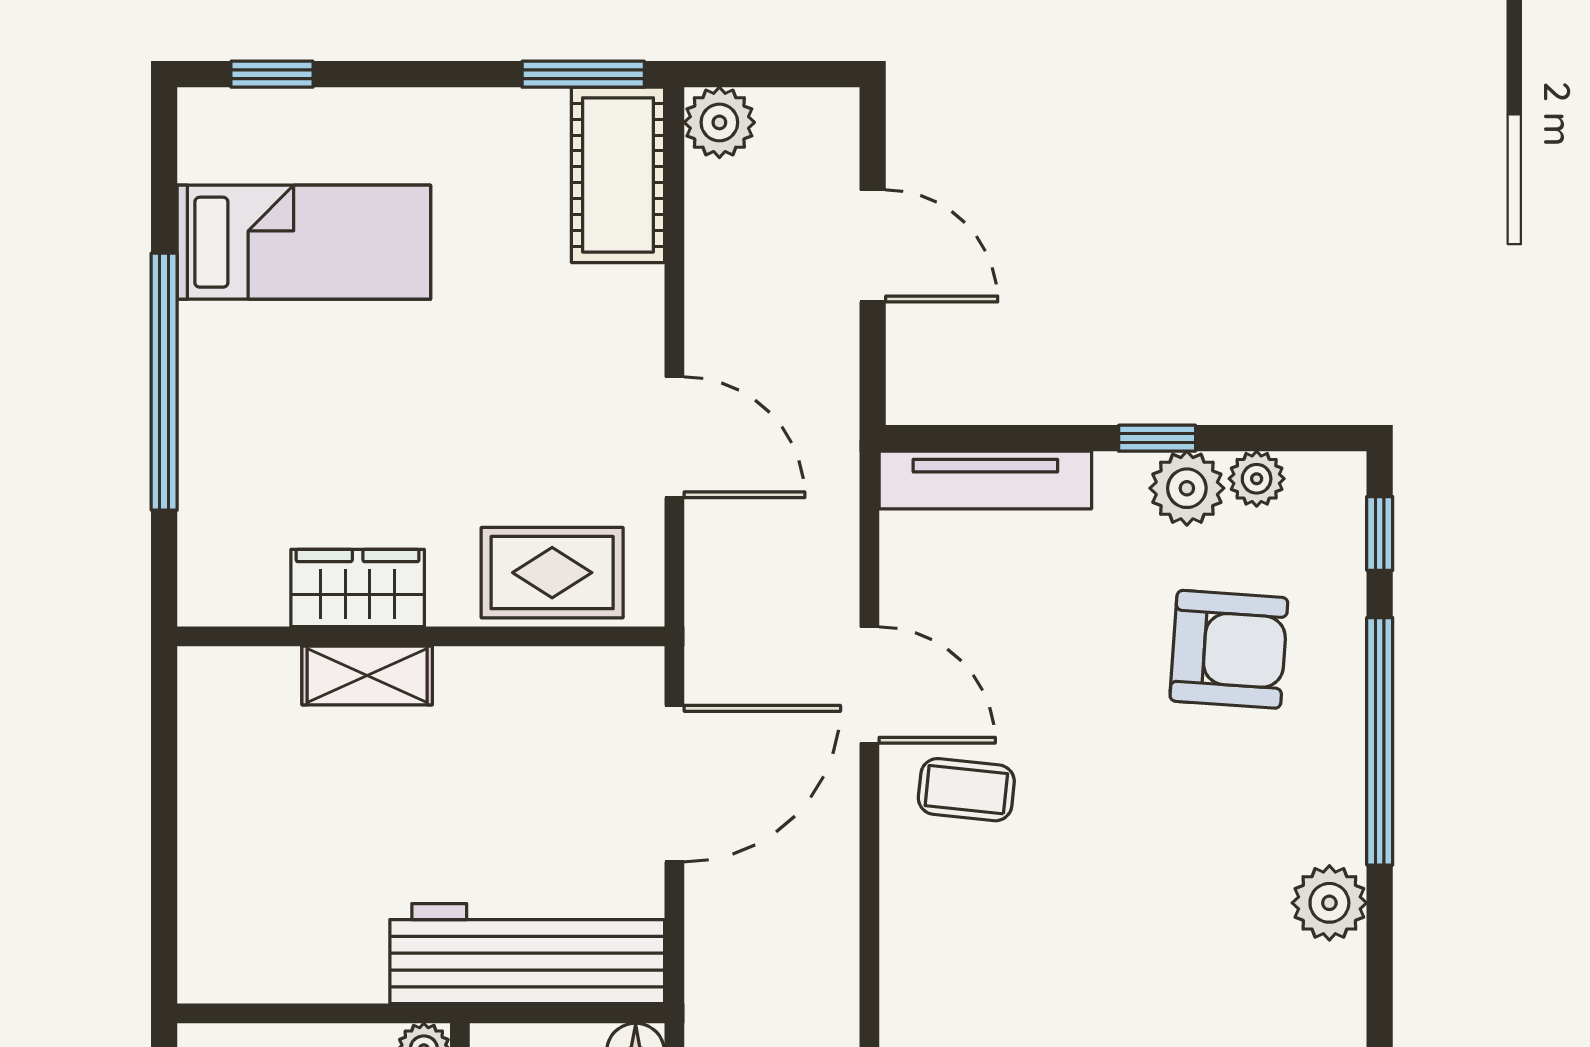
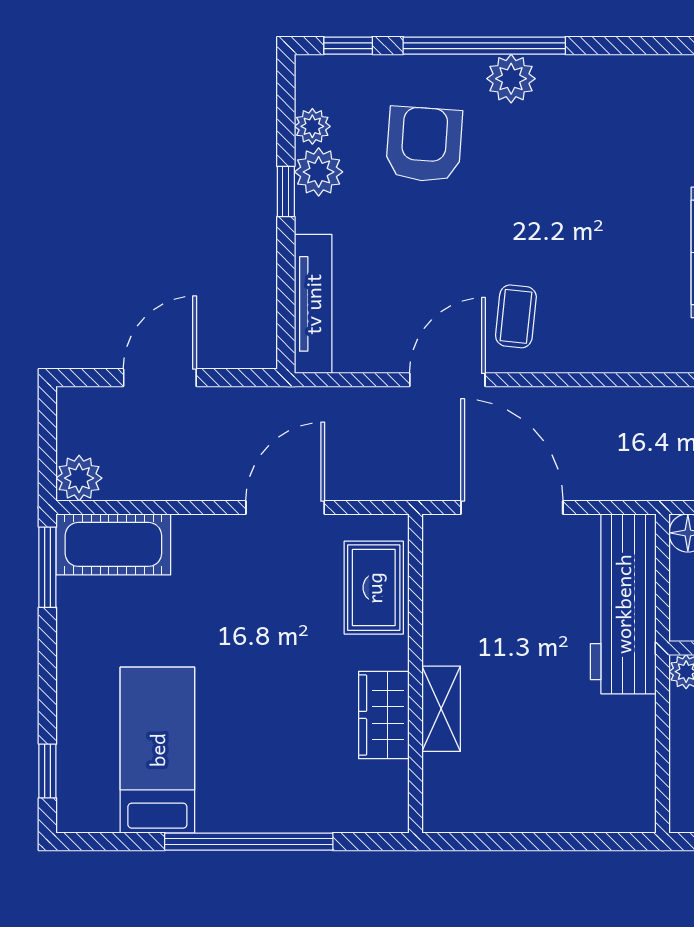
plant: (1329, 903) -> (511, 79), moved

